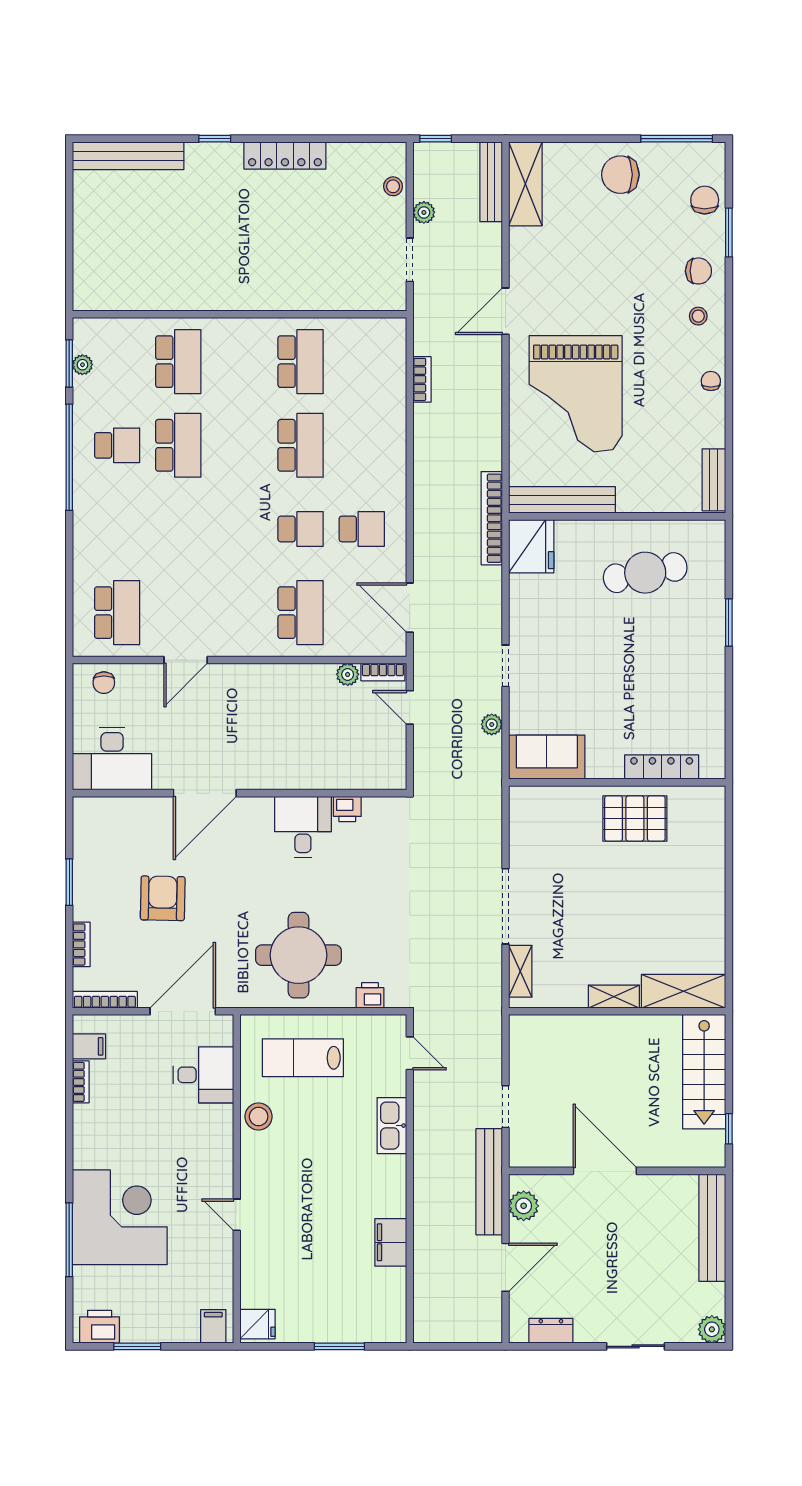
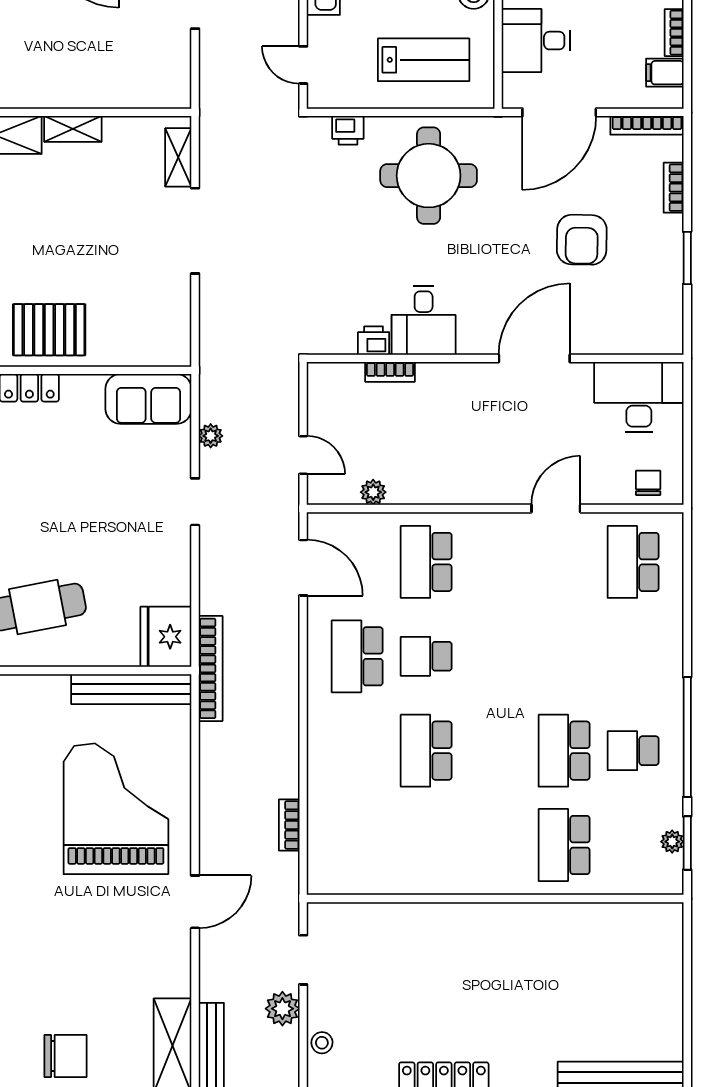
plant: (424, 212) -> (282, 1009), width x1.38, depth x1.38
school desk: (301, 362) -> (426, 845), removed
school desk: (362, 529) -> (357, 656), width x1.85
bookcase: (383, 672) -> (390, 372), moved, turned 180

